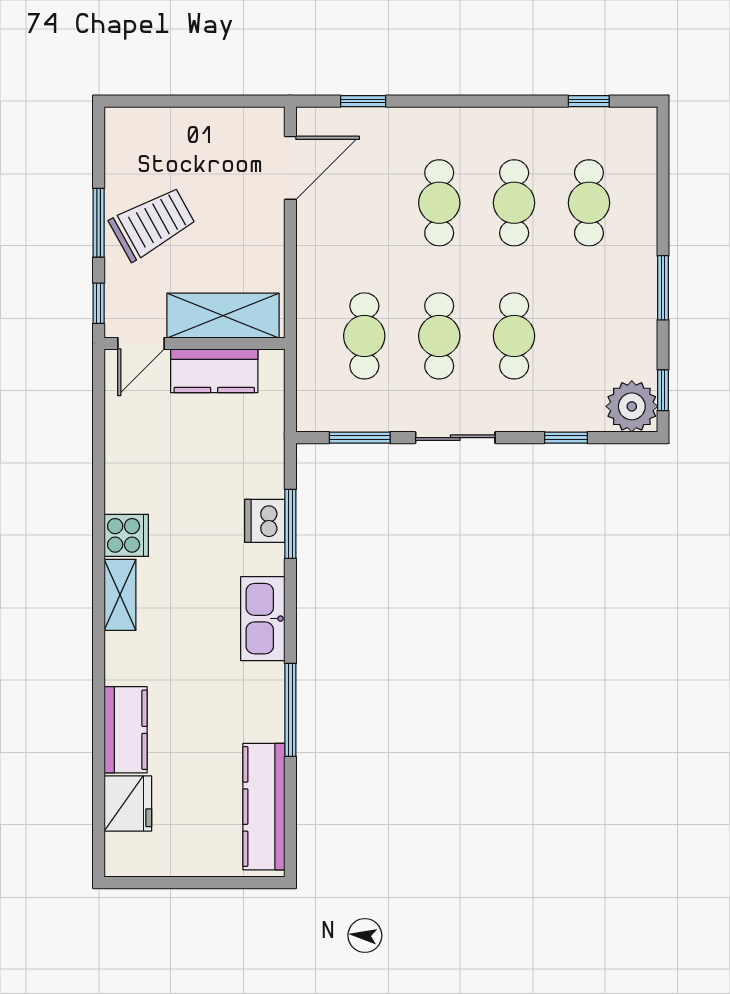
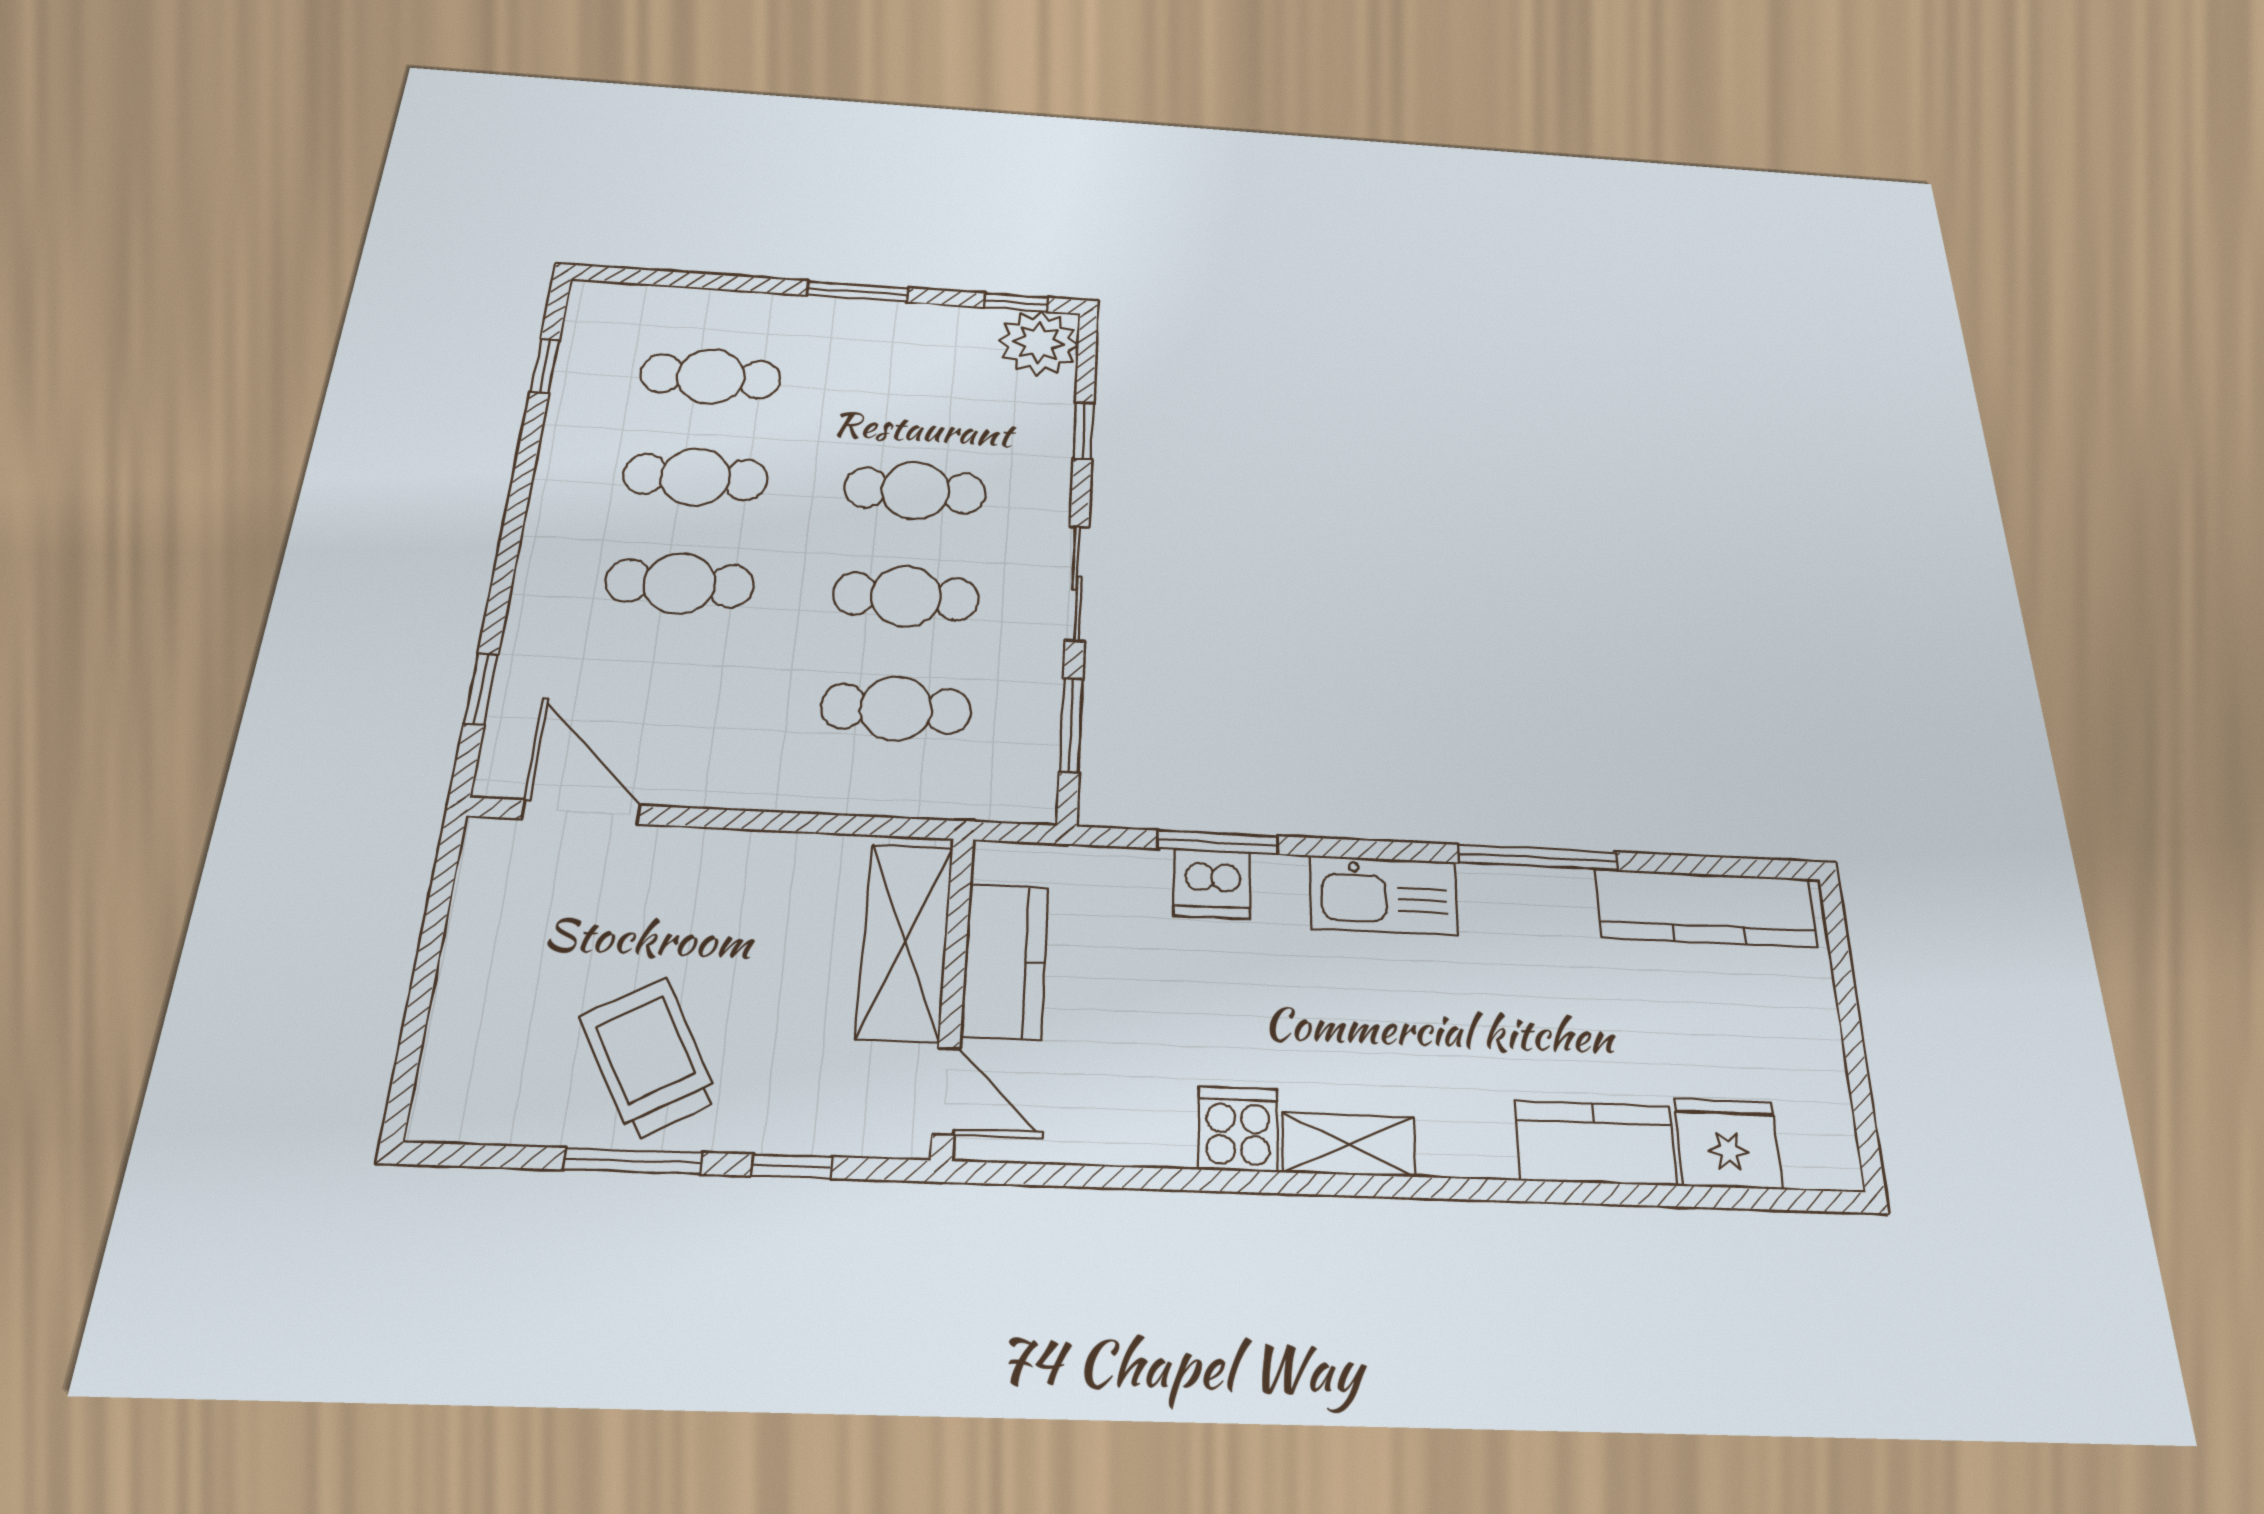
shelving: (223, 316) -> (905, 942), moved
door: (141, 344) -> (946, 1091), moved
wall: (194, 344) -> (953, 994), moved
kitchen counter: (214, 371) -> (1005, 961), moved

